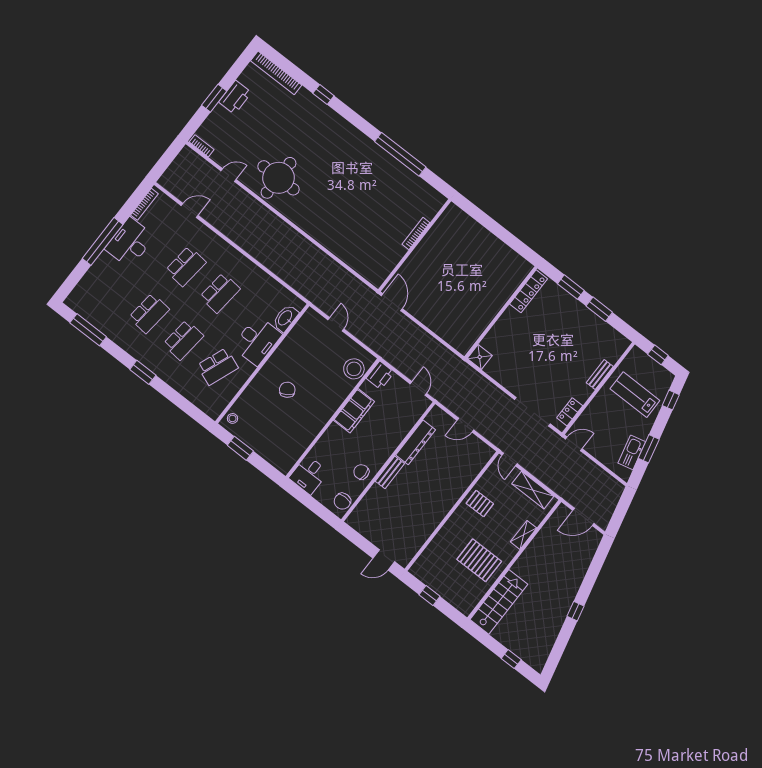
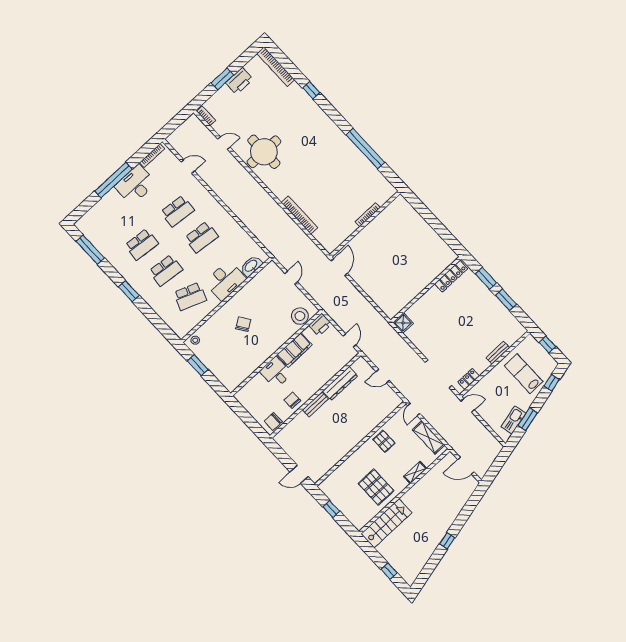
bookcase: (334, 247) -> (300, 215), added
desk: (309, 475) -> (276, 373), moved, turned 90

